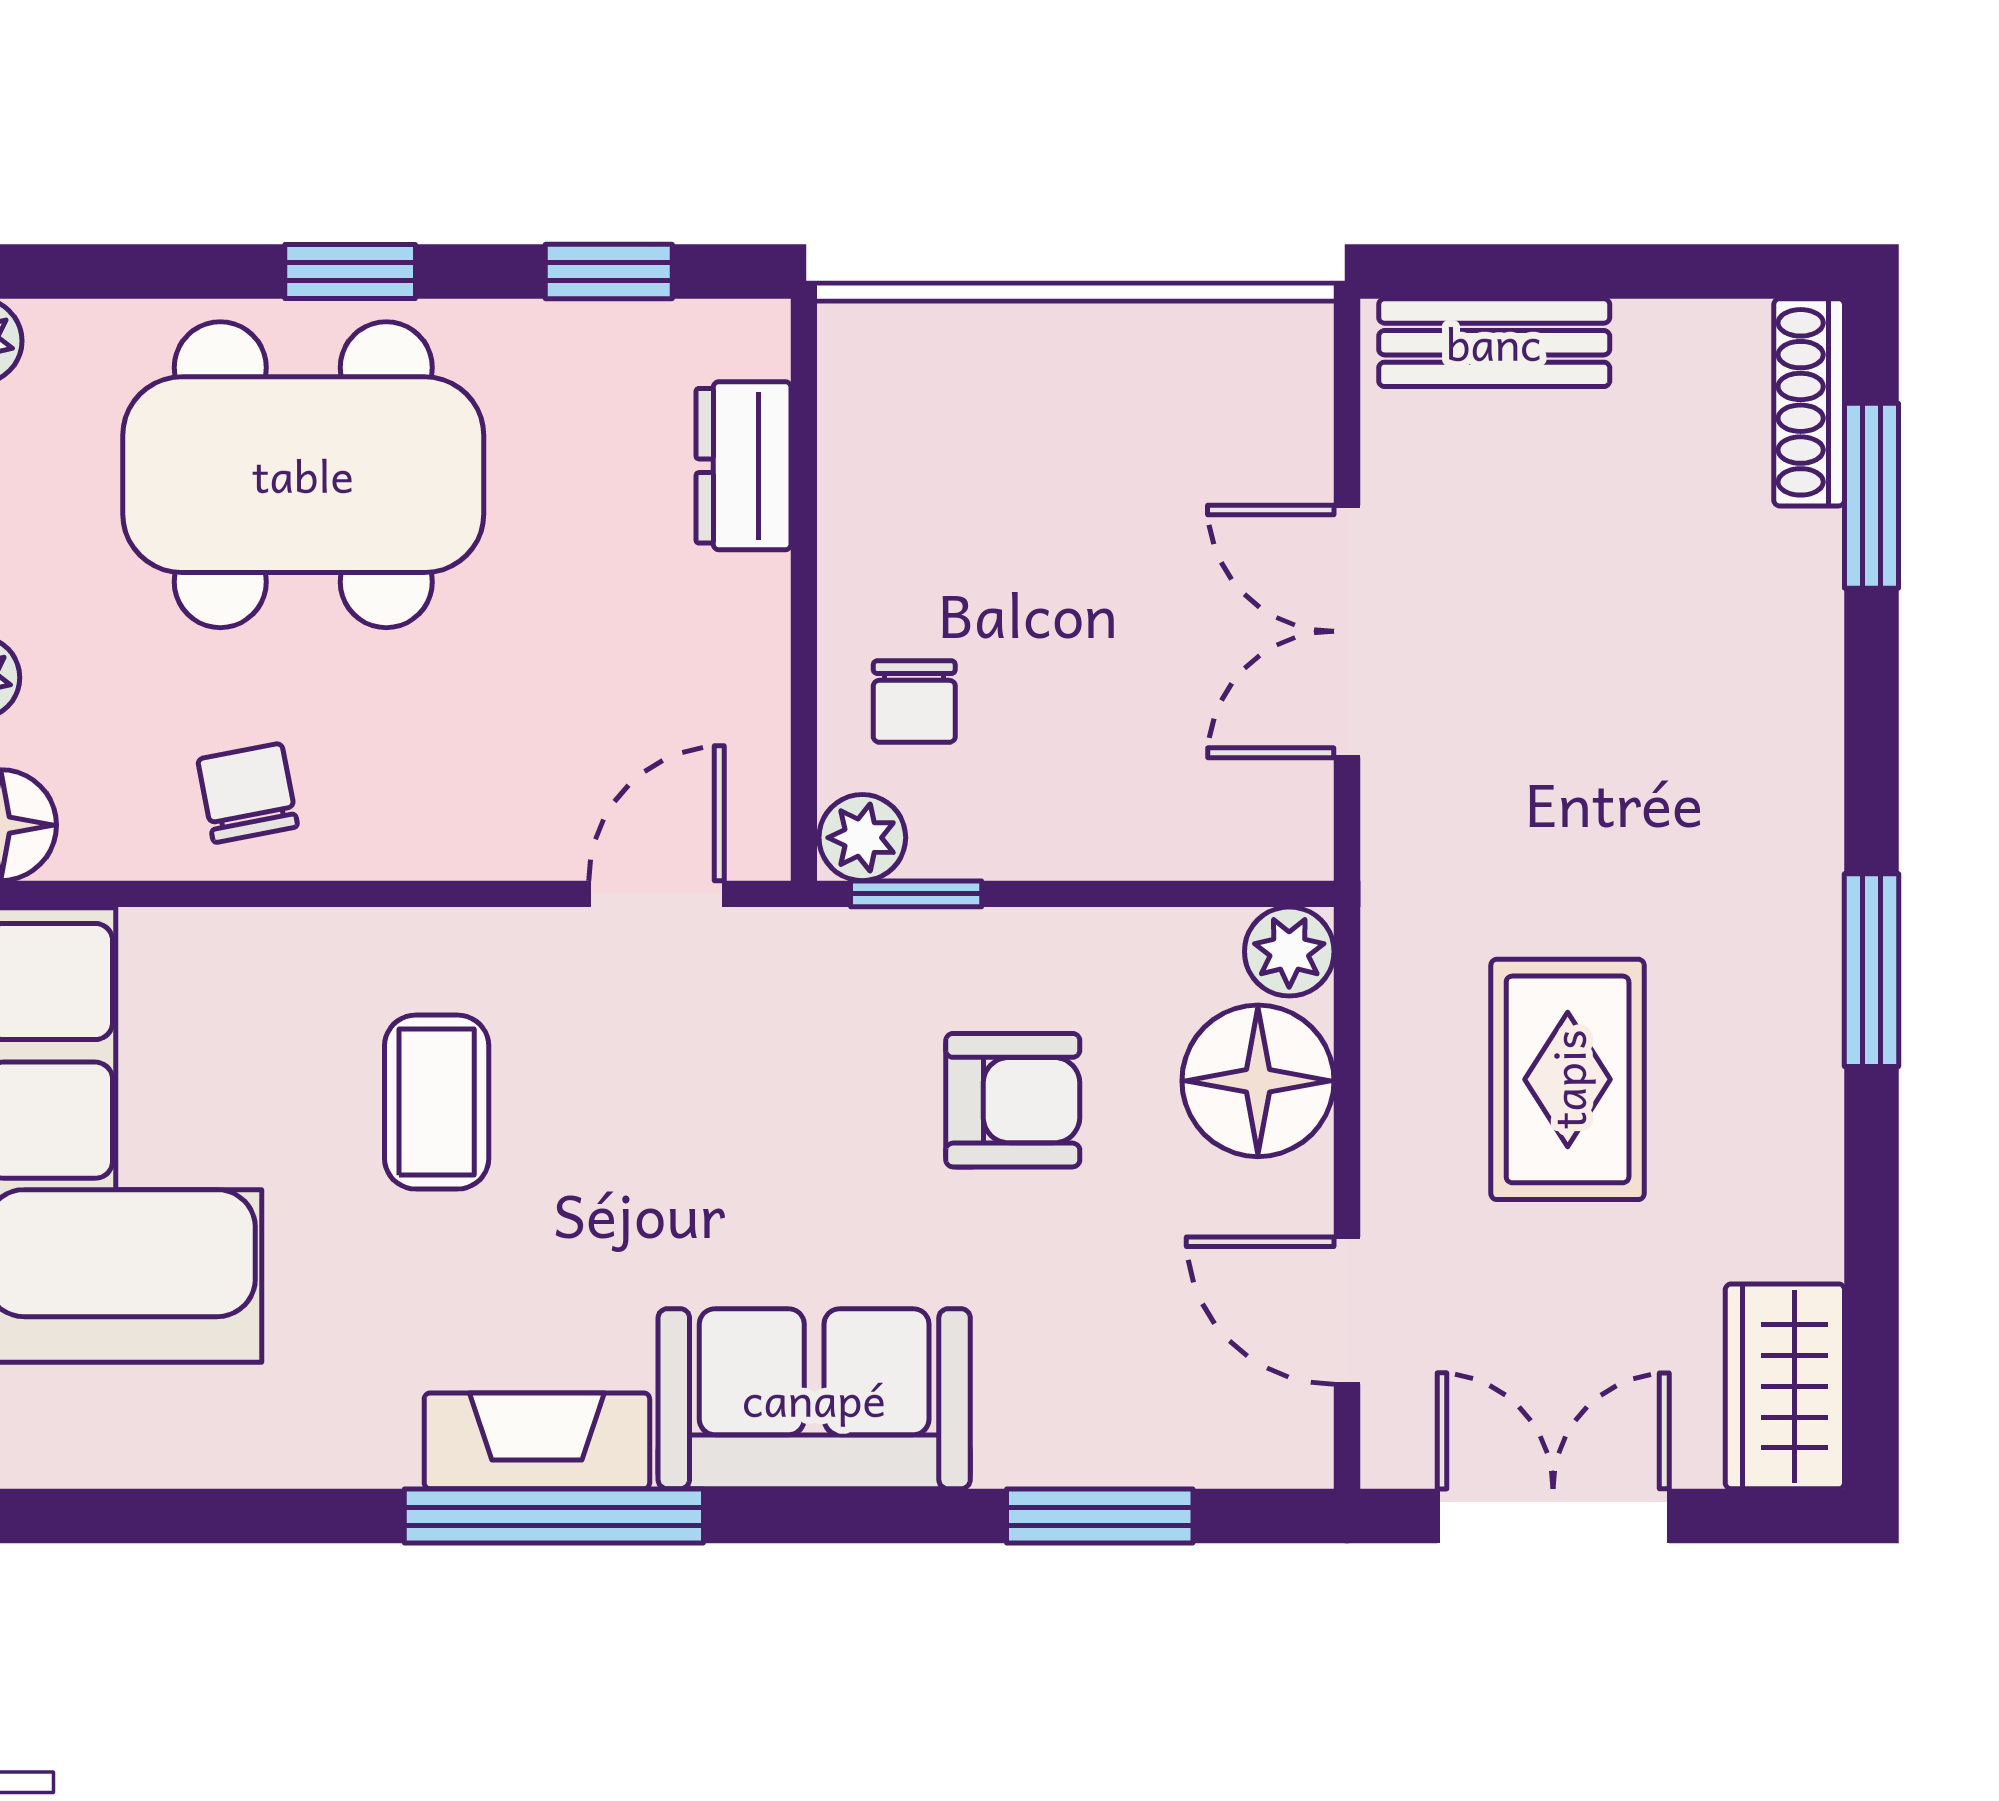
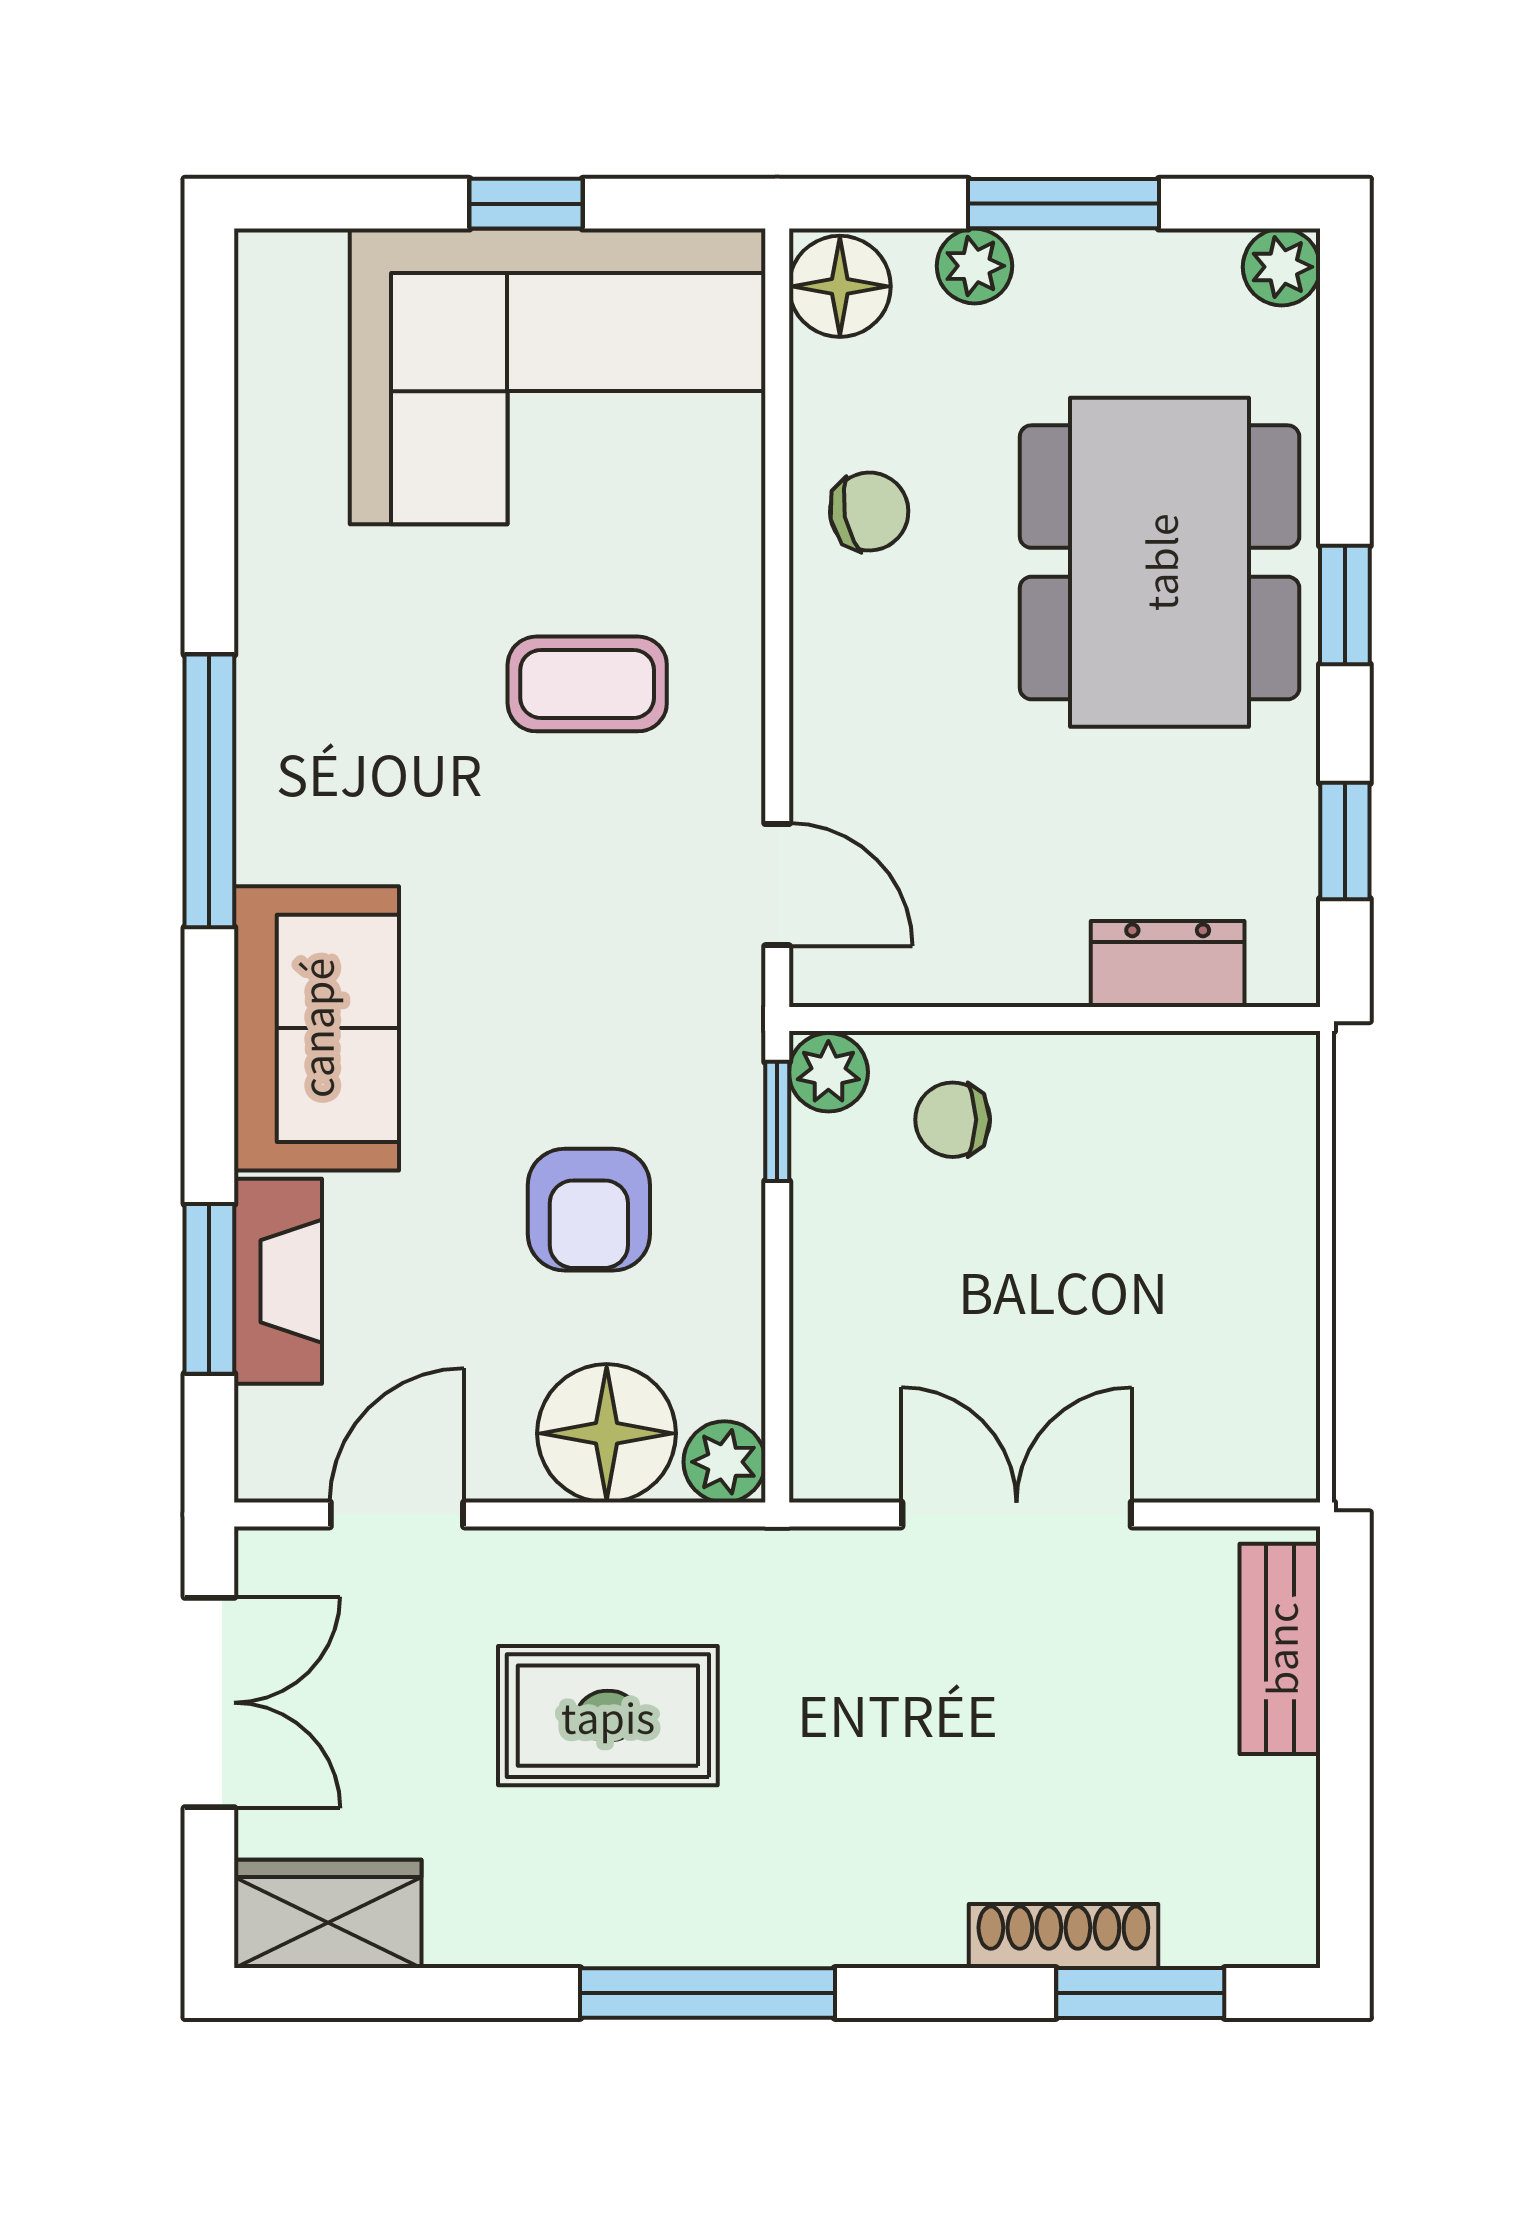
shoe rack: (1809, 402) -> (1063, 1936), moved
window: (1872, 970) -> (708, 1993), width x1.44
fireplace: (537, 1441) -> (278, 1281), moved

